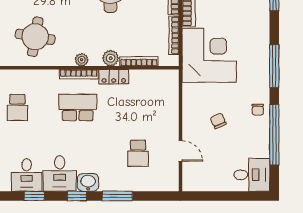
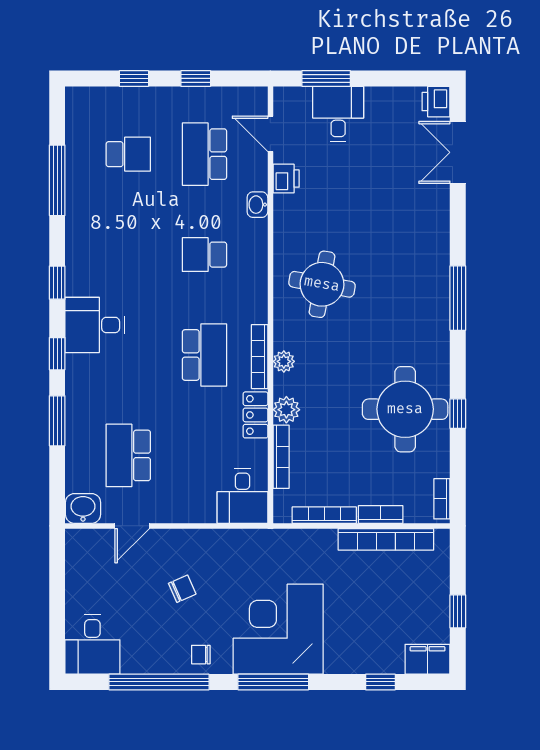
corner desk: (209, 55) -> (278, 629), moved, turned 180
school desk: (138, 153) -> (128, 455), width x1.85
desk: (27, 175) -> (243, 496), moved, turned -90
washbasin: (88, 182) -> (83, 508), moved, turned -90

